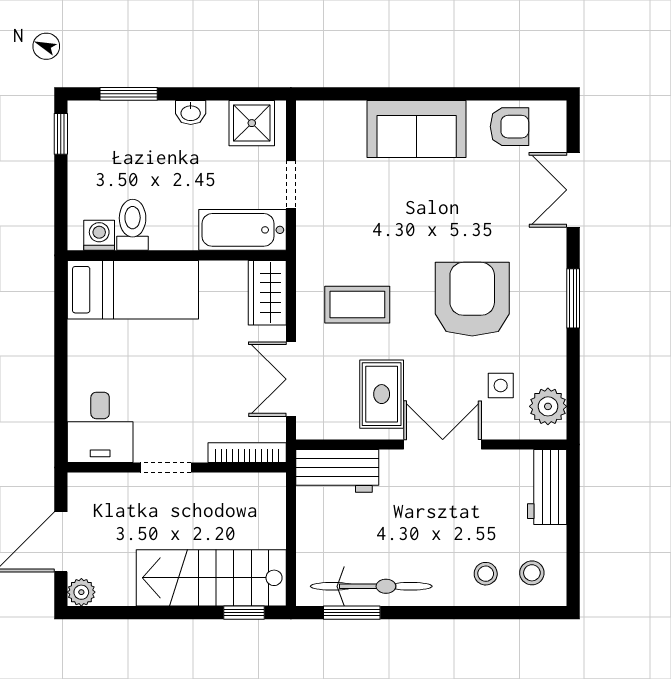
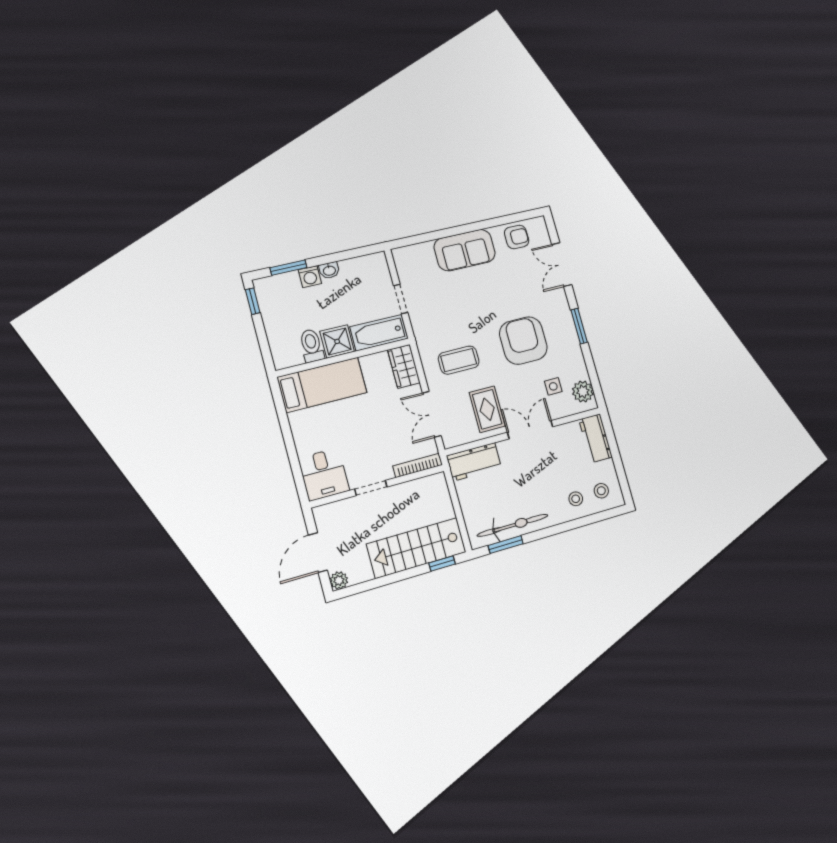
shower: (252, 123) -> (337, 341), moved
washing machine: (99, 235) -> (310, 277), moved, turned 180

